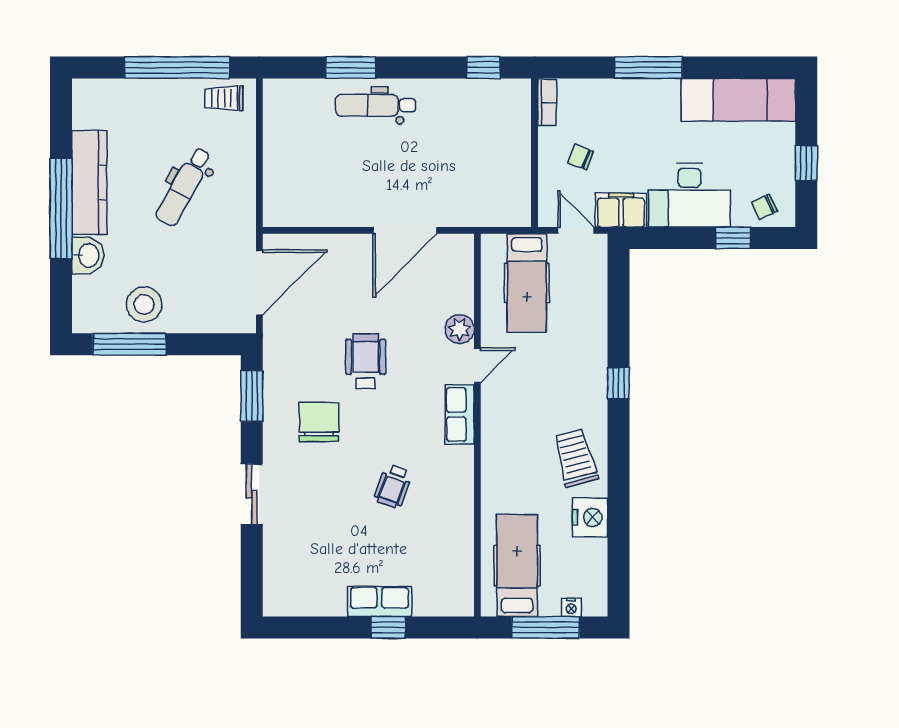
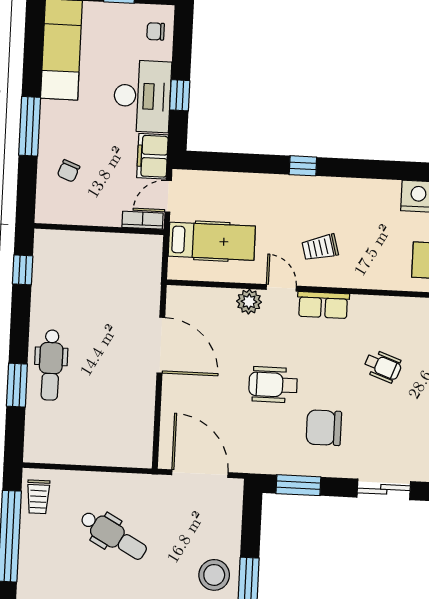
bookcase: (547, 102) -> (142, 220), moved
chair: (580, 157) -> (68, 171), moved
chair: (764, 207) -> (156, 31), turned 116
window: (733, 238) -> (180, 95), moved
trolley: (576, 458) -> (320, 248), moved, width x0.73, depth x0.72

